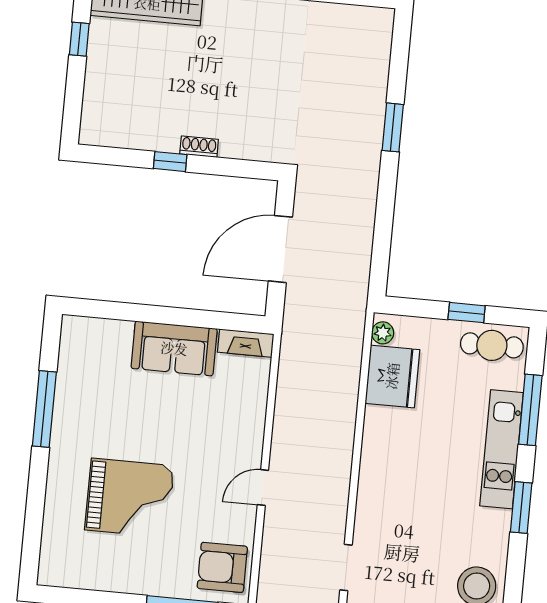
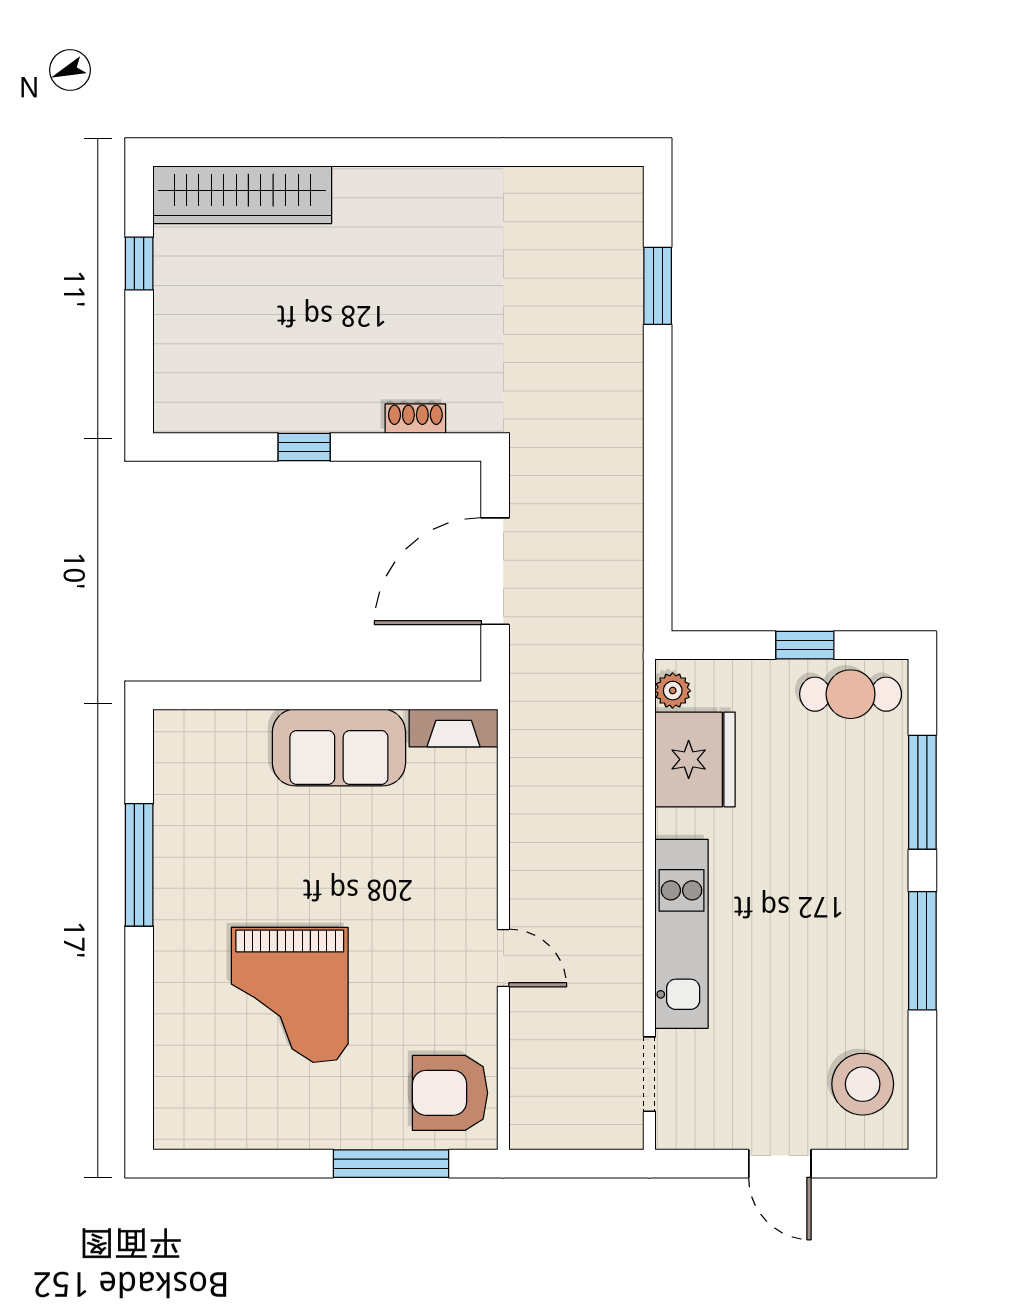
window: (393, 127) -> (658, 286), moved
shoe rack: (199, 147) -> (415, 419), moved
kitchen unit: (502, 449) -> (682, 934), moved, turned 180
door: (263, 487) -> (503, 958), swing flipped
grand piano: (129, 498) -> (290, 995), turned 90
window: (521, 507) -> (922, 951), width x1.44

